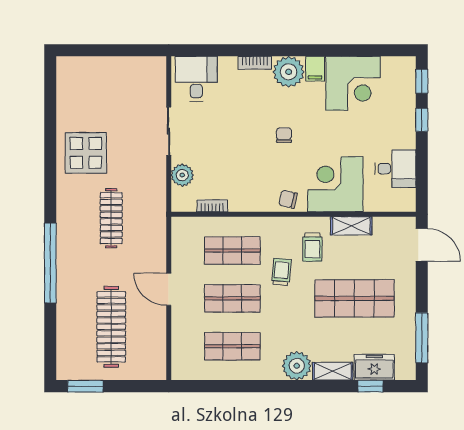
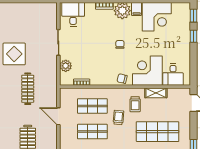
desk: (395, 169) -> (173, 74), moved, turned 90
door: (169, 289) -> (58, 116), moved

